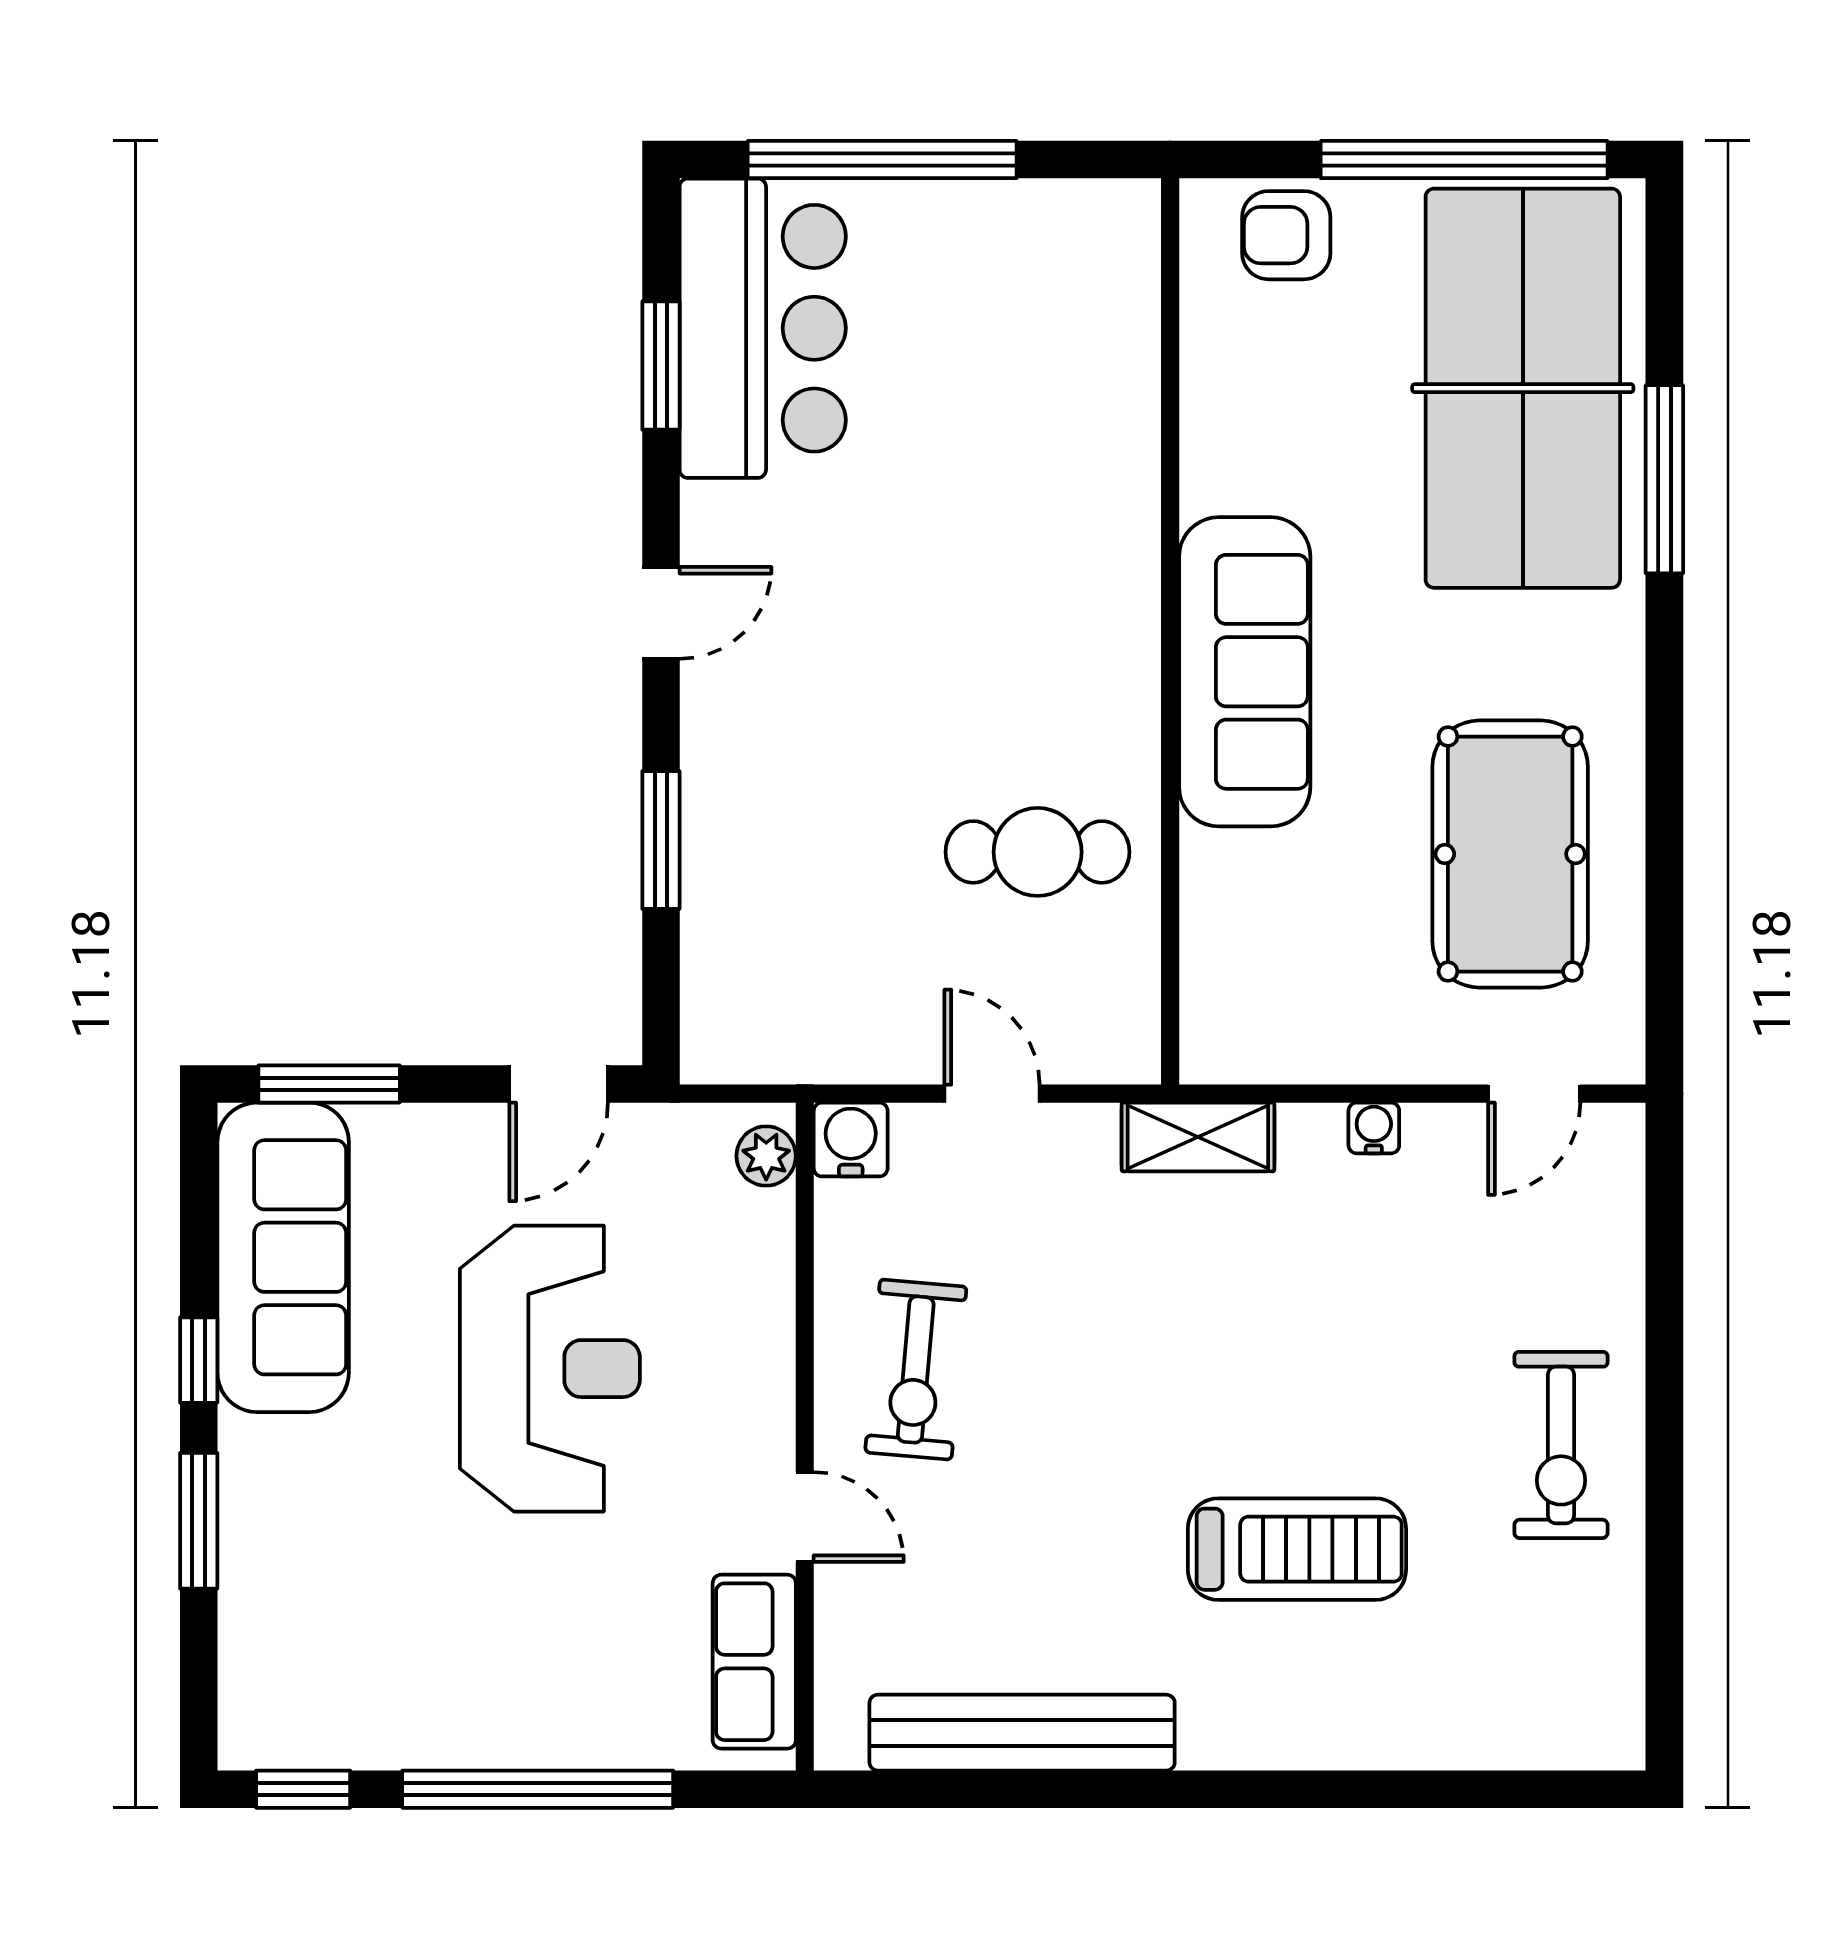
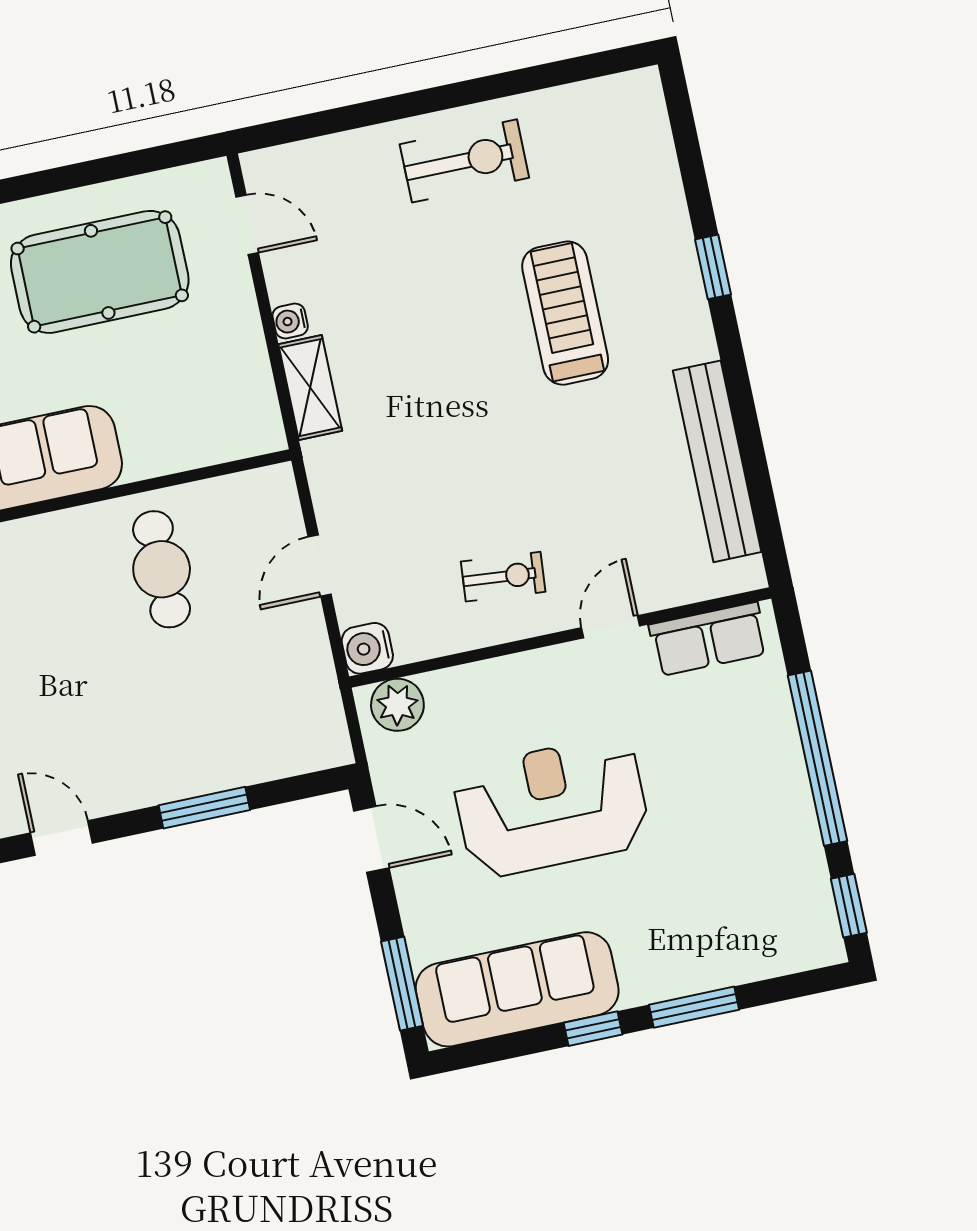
shelving: (1198, 1137) -> (310, 388), moved
plant: (766, 1156) -> (397, 705), width x1.38, depth x1.38
exercise bike: (916, 1370) -> (503, 577), width x0.73, depth x0.72
window: (1319, 1789) -> (713, 267), added

